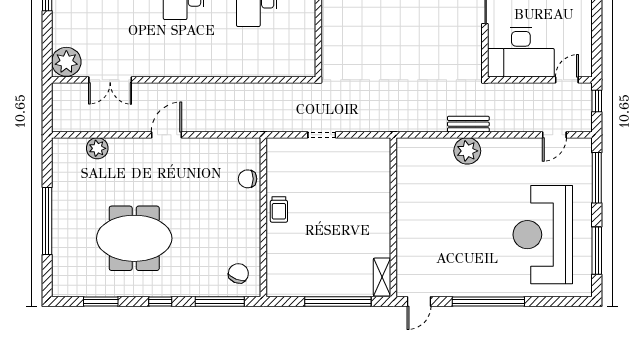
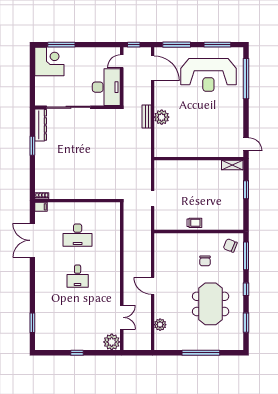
door: (567, 80) -> (122, 61), hinge flipped
door: (554, 135) -> (153, 68), width x1.88
chair: (247, 179) -> (205, 261), moved
window: (338, 302) -> (246, 190), width x0.47
window: (488, 302) -> (246, 79), moved

